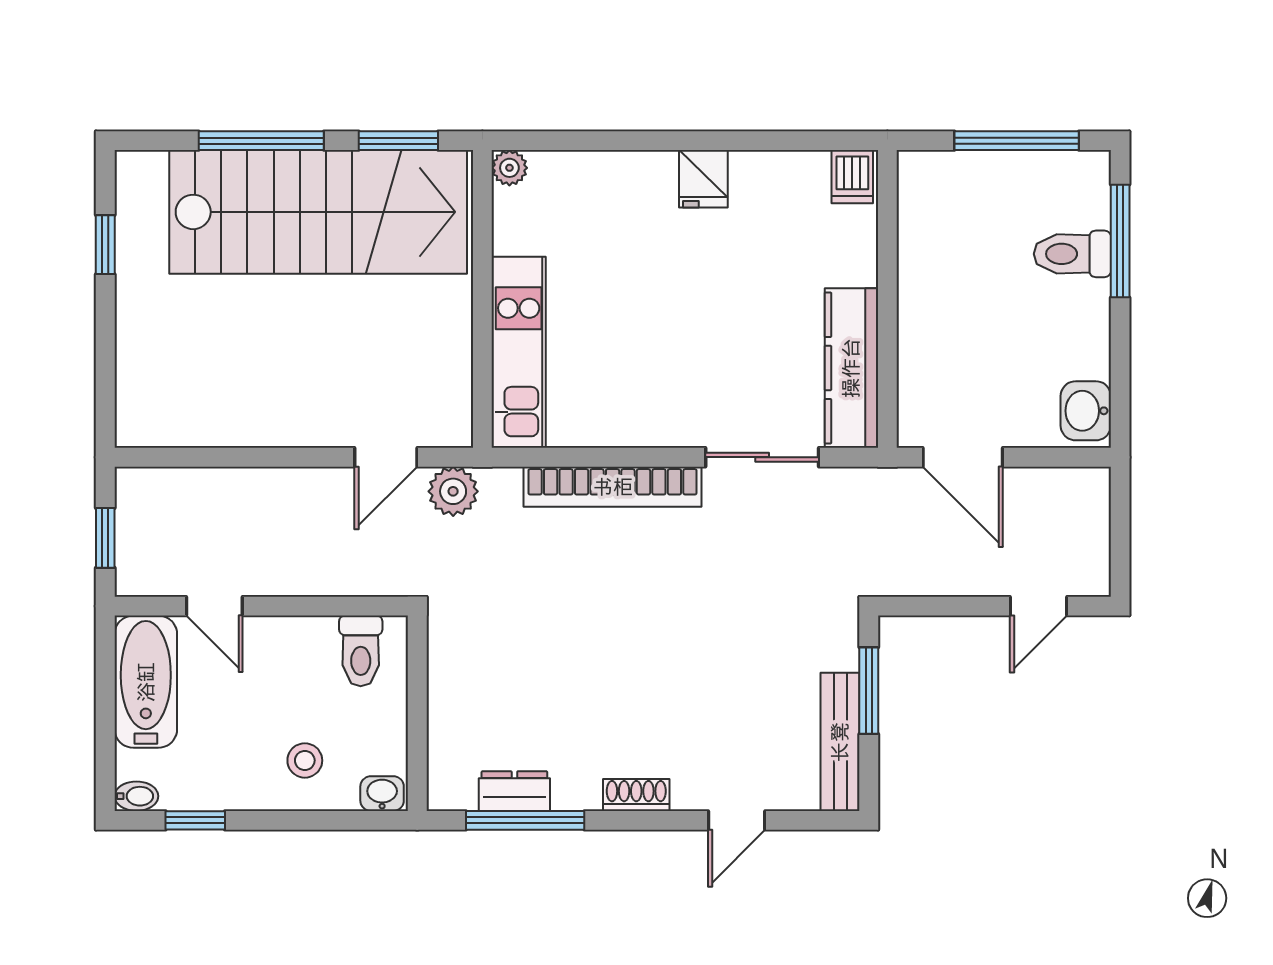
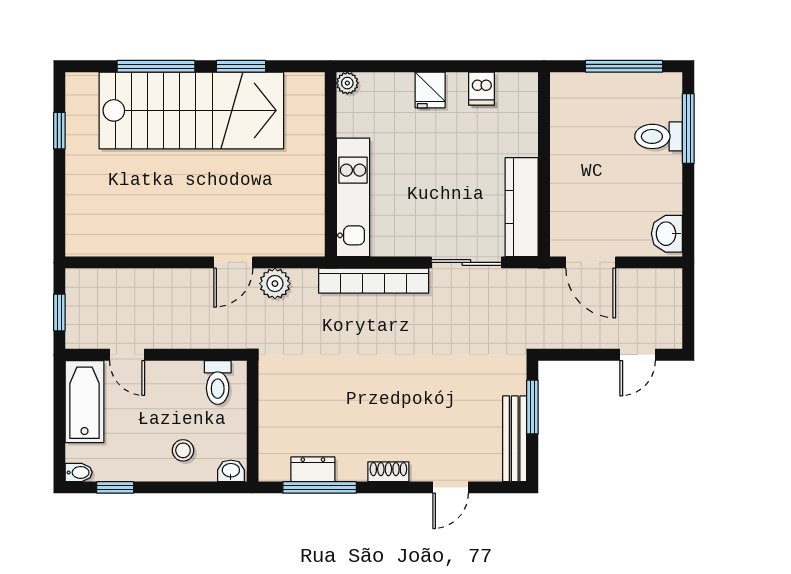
plant: (509, 168) -> (347, 83), moved
dishwasher: (852, 177) -> (482, 89), moved
wall: (482, 299) -> (331, 164), moved
kitchen unit: (519, 352) -> (353, 197), moved

